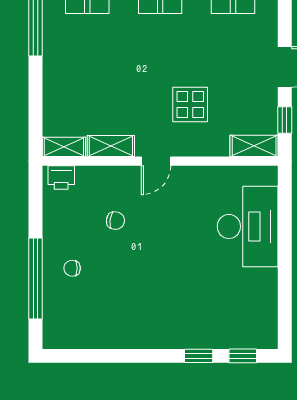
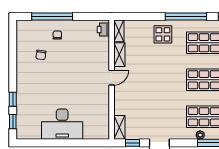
display table: (190, 105) -> (163, 34), moved
door: (156, 161) -> (112, 78), swing flipped
chair: (115, 221) -> (41, 55), moved
desk: (248, 226) -> (62, 124), moved

